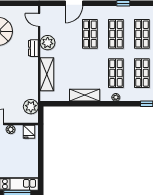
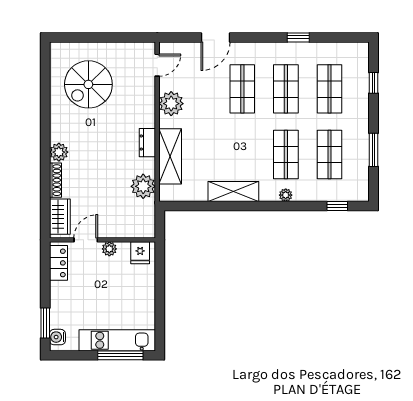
door: (39, 20) -> (157, 65), swing flipped
dresser: (33, 48) -> (147, 143), moved
plant: (31, 107) -> (143, 186), moved

